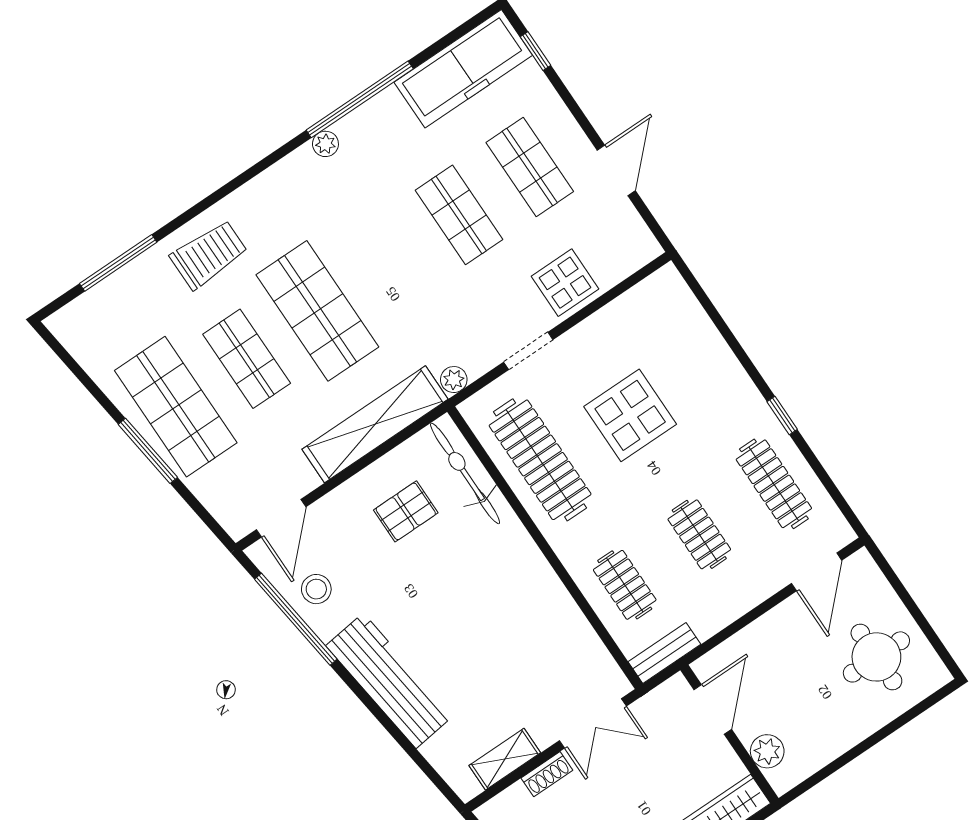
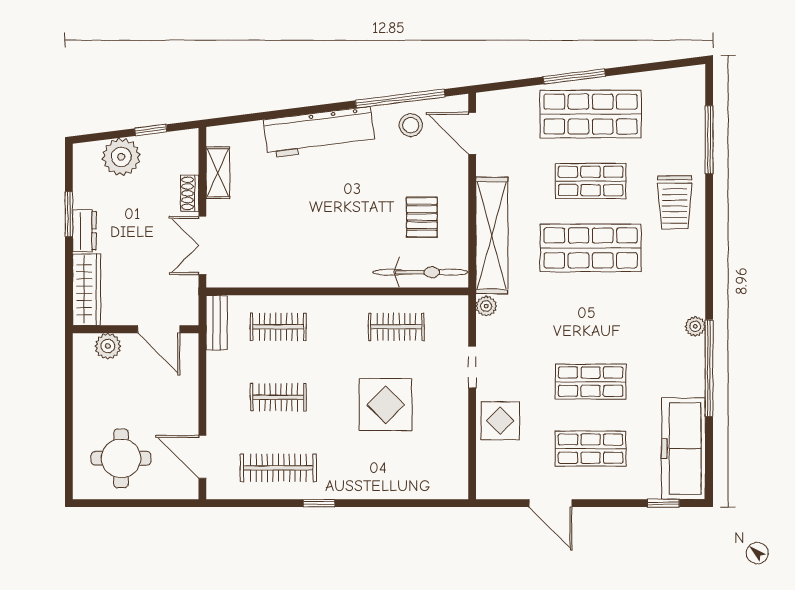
clothes rail: (540, 460) -> (396, 327), width x0.54, depth x0.76

